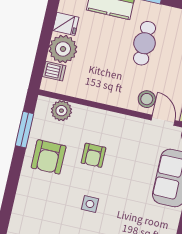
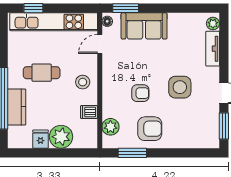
dishwasher: (54, 71) -> (89, 112), moved, turned -90
stool: (147, 99) -> (83, 82), moved
side table: (90, 204) -> (180, 87), width x1.87, depth x1.87

